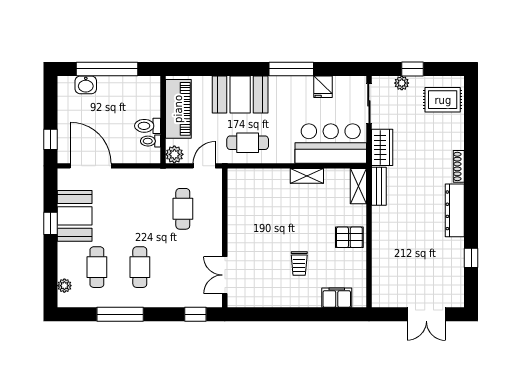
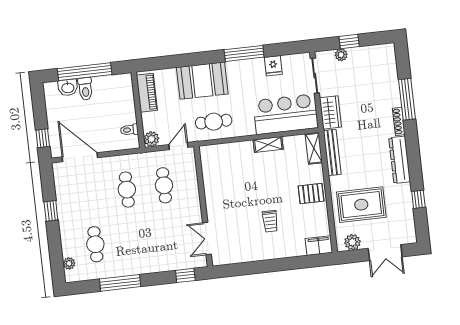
rug: (443, 100) -> (361, 205), moved, width x1.36, depth x1.43
piano: (178, 109) -> (147, 93), width x0.73, depth x0.75
toilet: (148, 126) -> (85, 89), moved, turned -90
window: (471, 142) -> (407, 99), added
bench: (379, 186) -> (332, 152), width x1.36
booth: (75, 216) -> (71, 202), removed
cafe table: (140, 267) -> (127, 190), moved
filing cabinet: (337, 298) -> (319, 246), moved
plant: (390, 298) -> (352, 242), added

